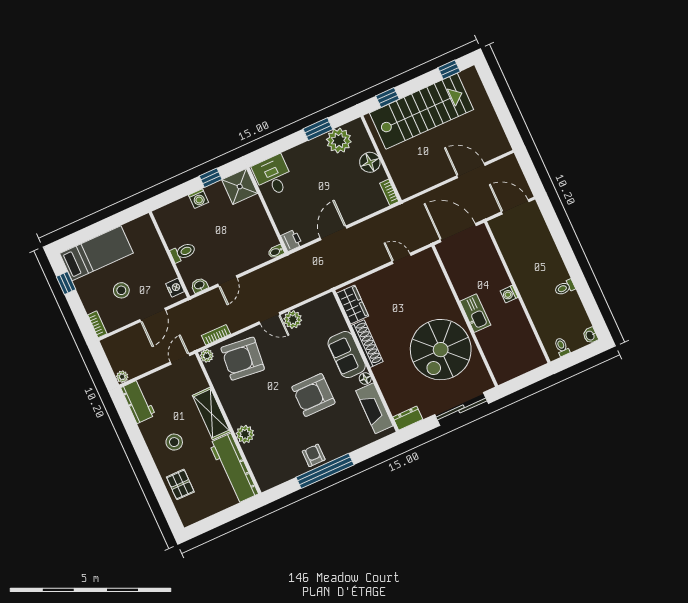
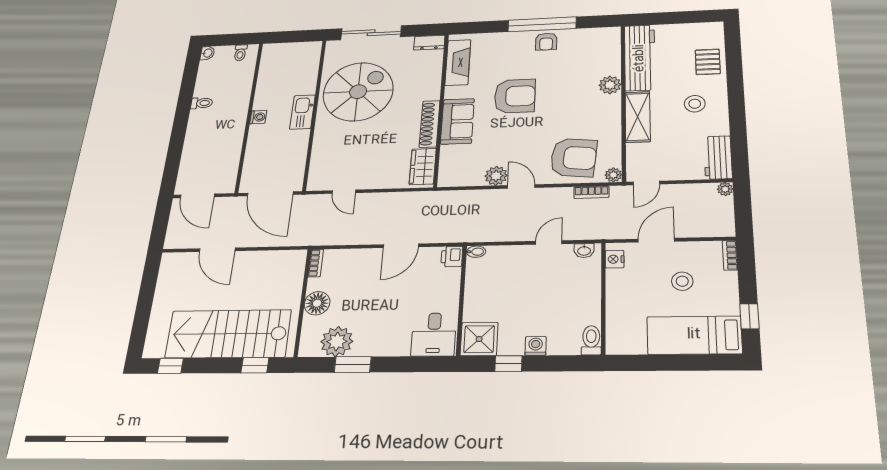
toilet: (183, 252) -> (591, 340), moved, turned 90
floor lamp: (365, 379) -> (451, 92), removed

